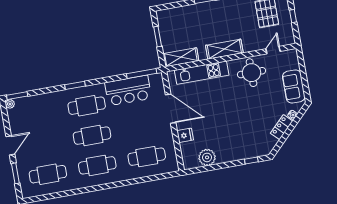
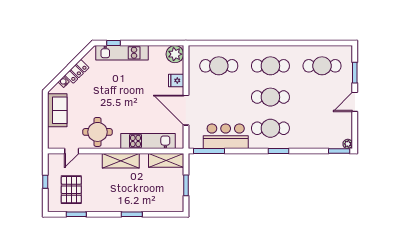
kitchen unit: (242, 153) -> (122, 53), added
plant: (207, 157) -> (175, 54), moved

